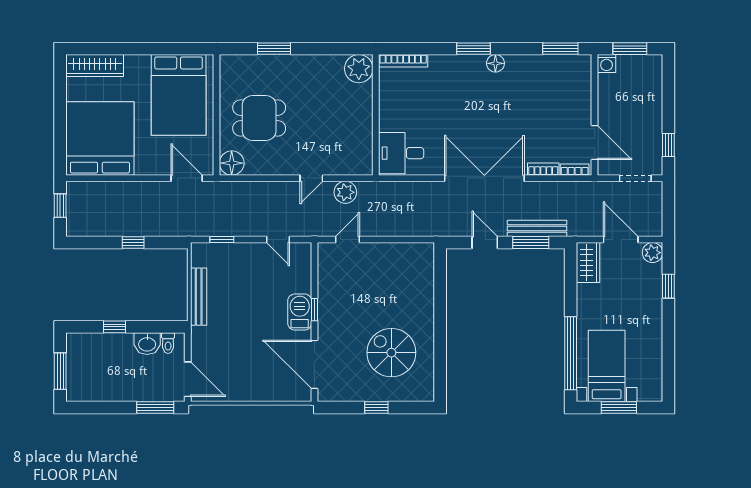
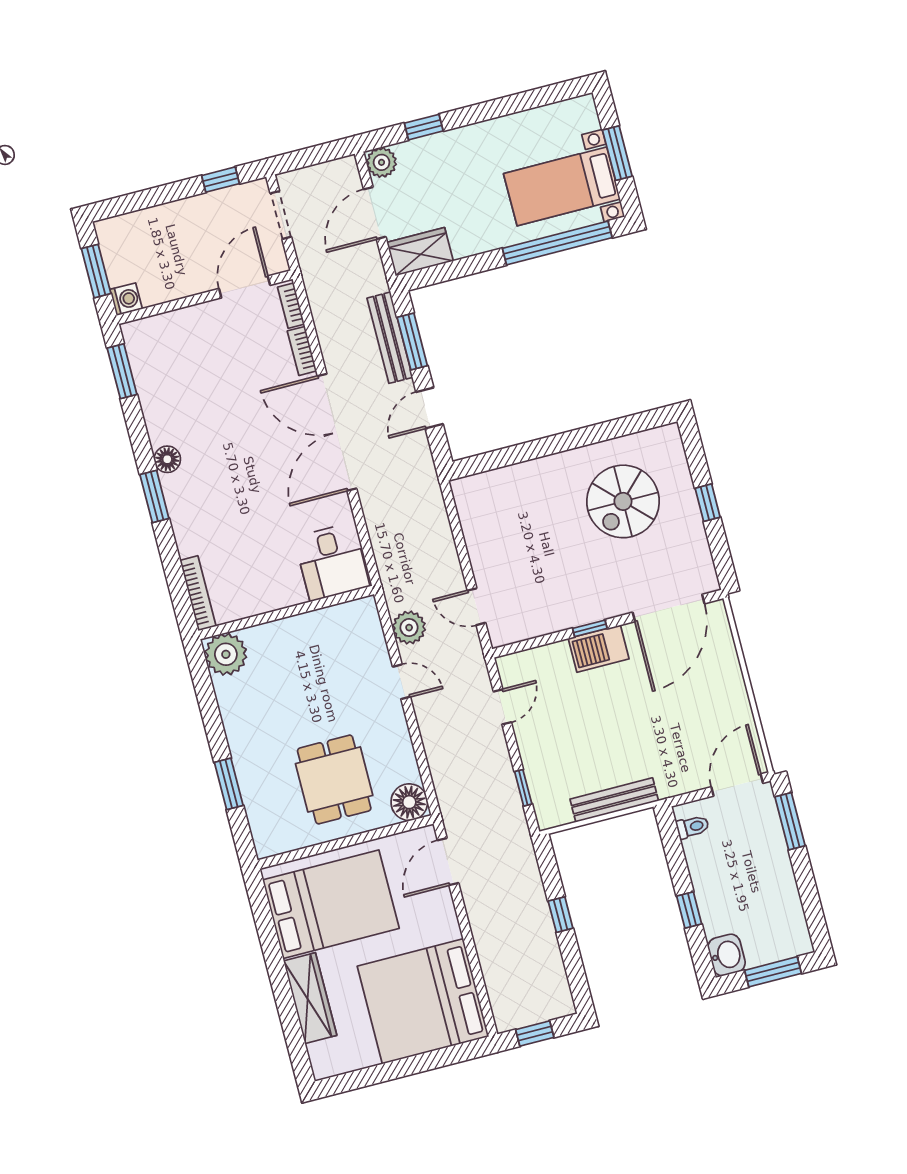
wardrobe: (95, 66) -> (310, 998), moved
washbasin: (147, 344) -> (727, 955), moved

